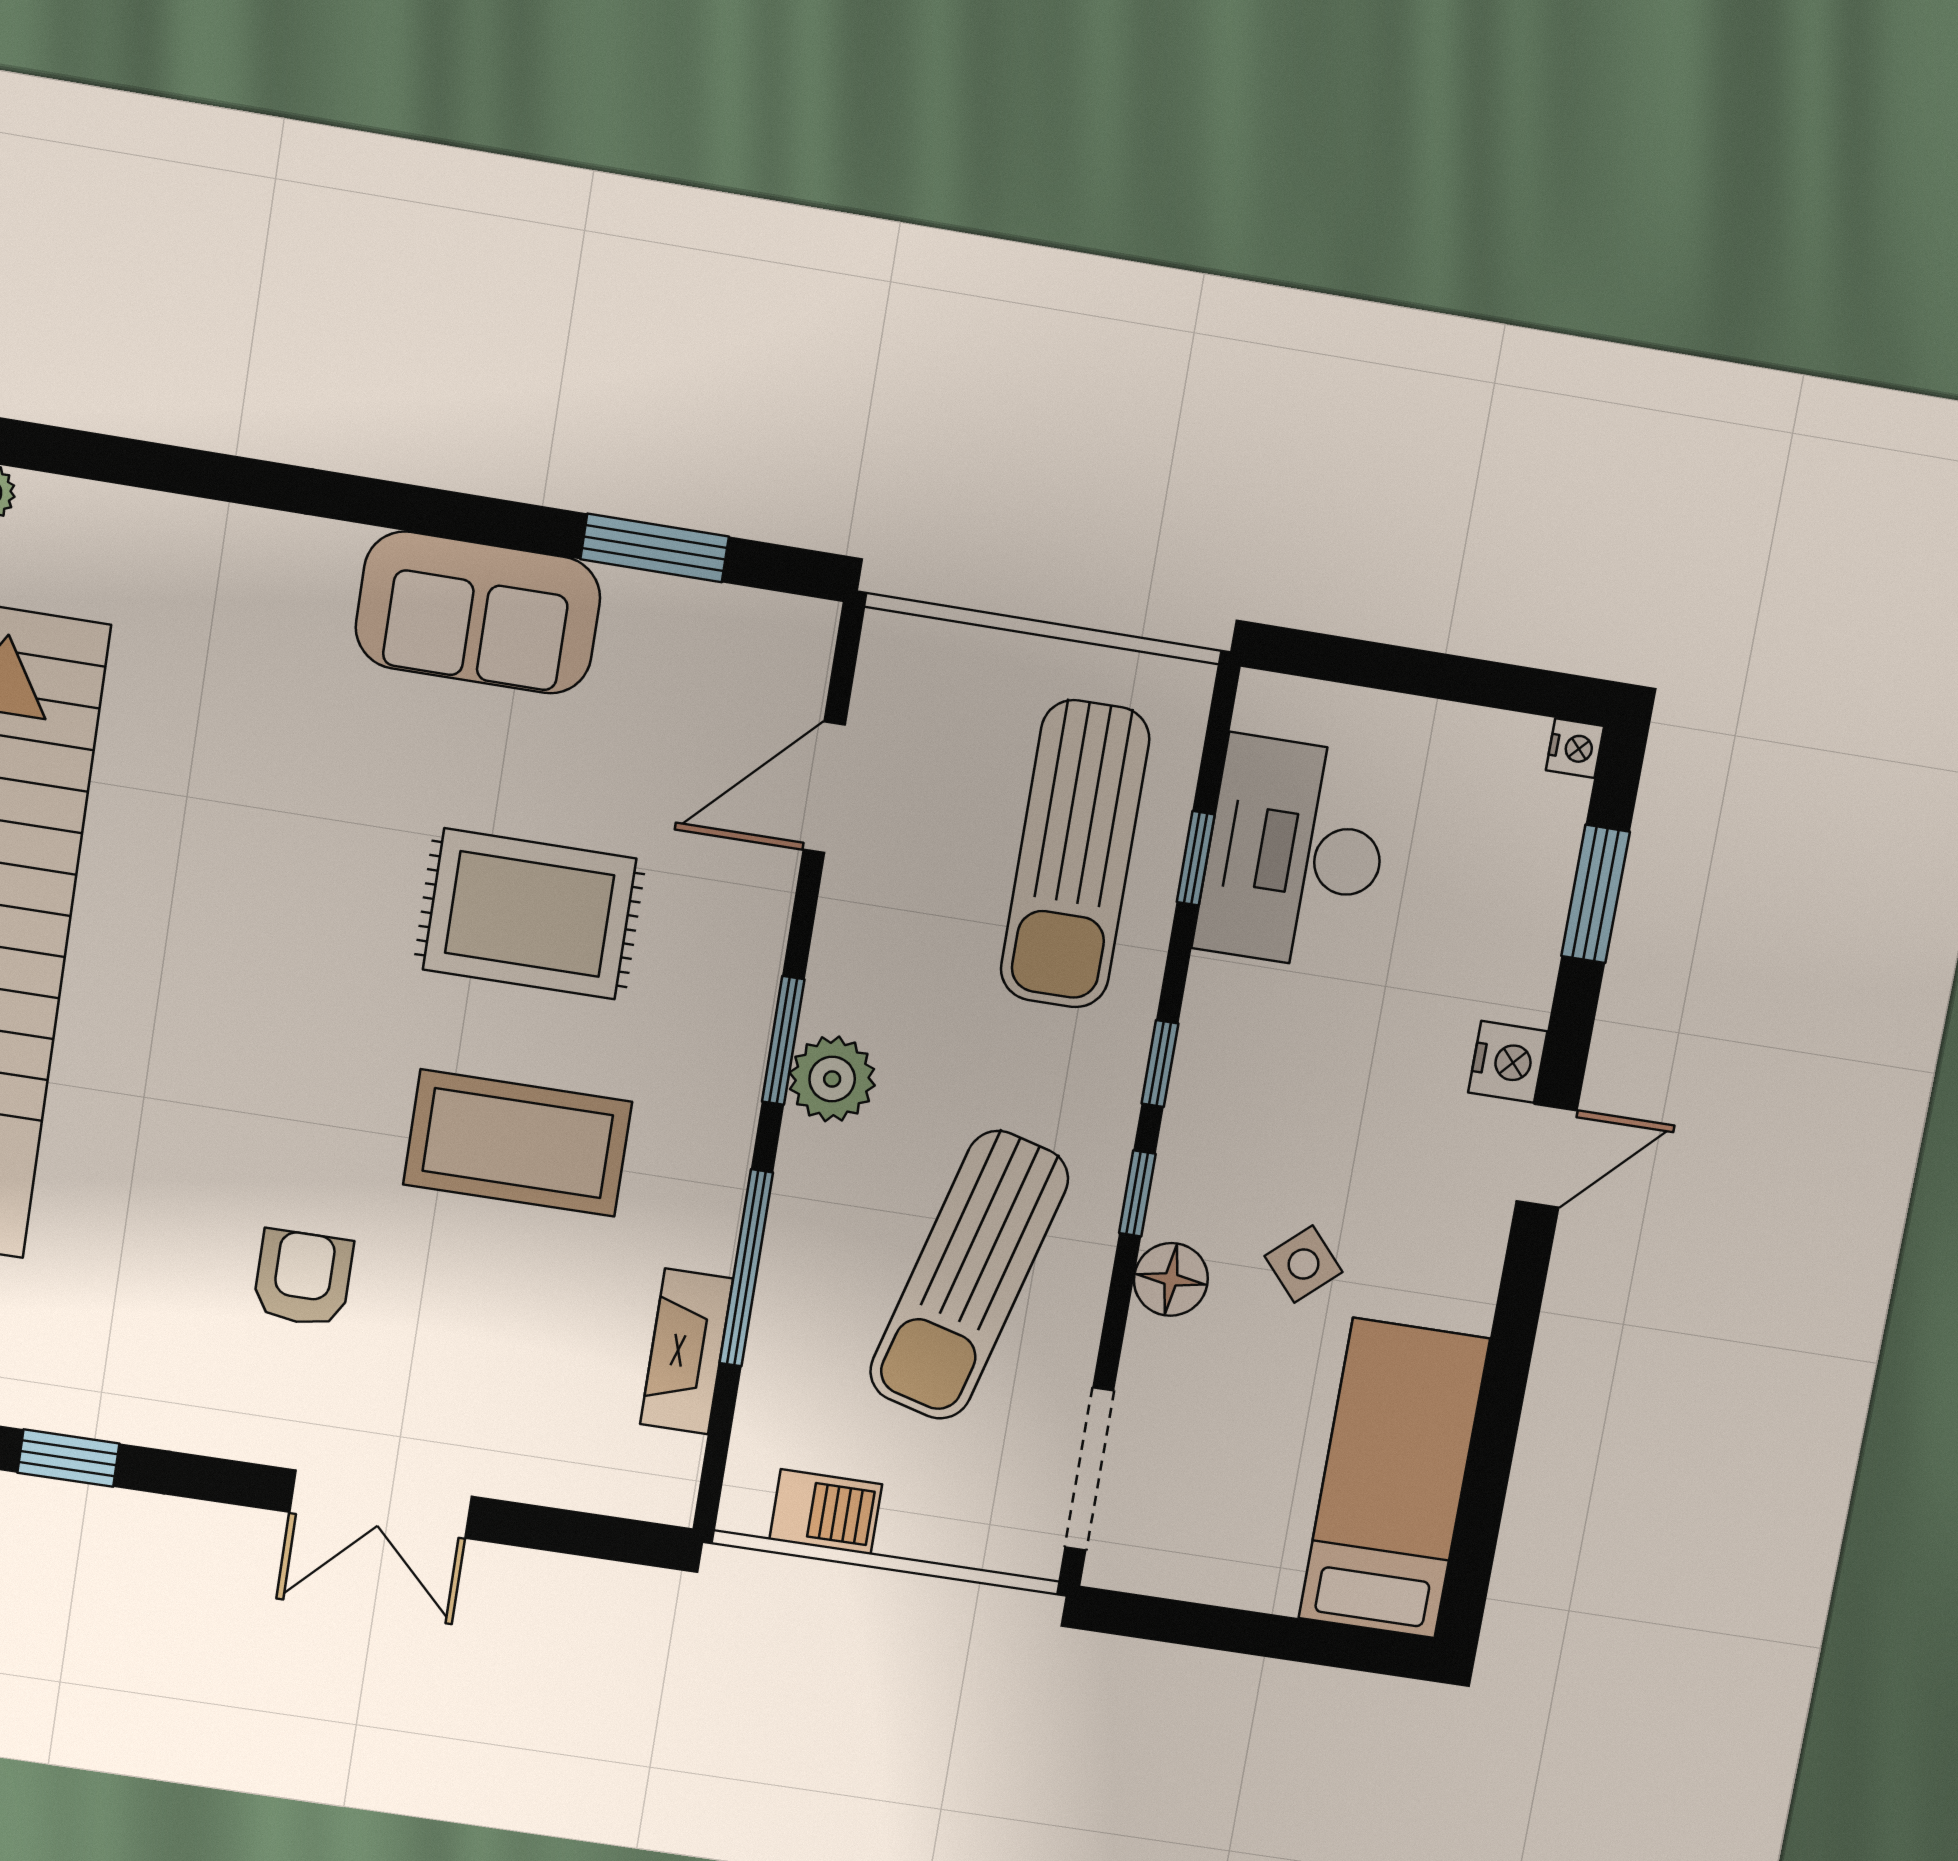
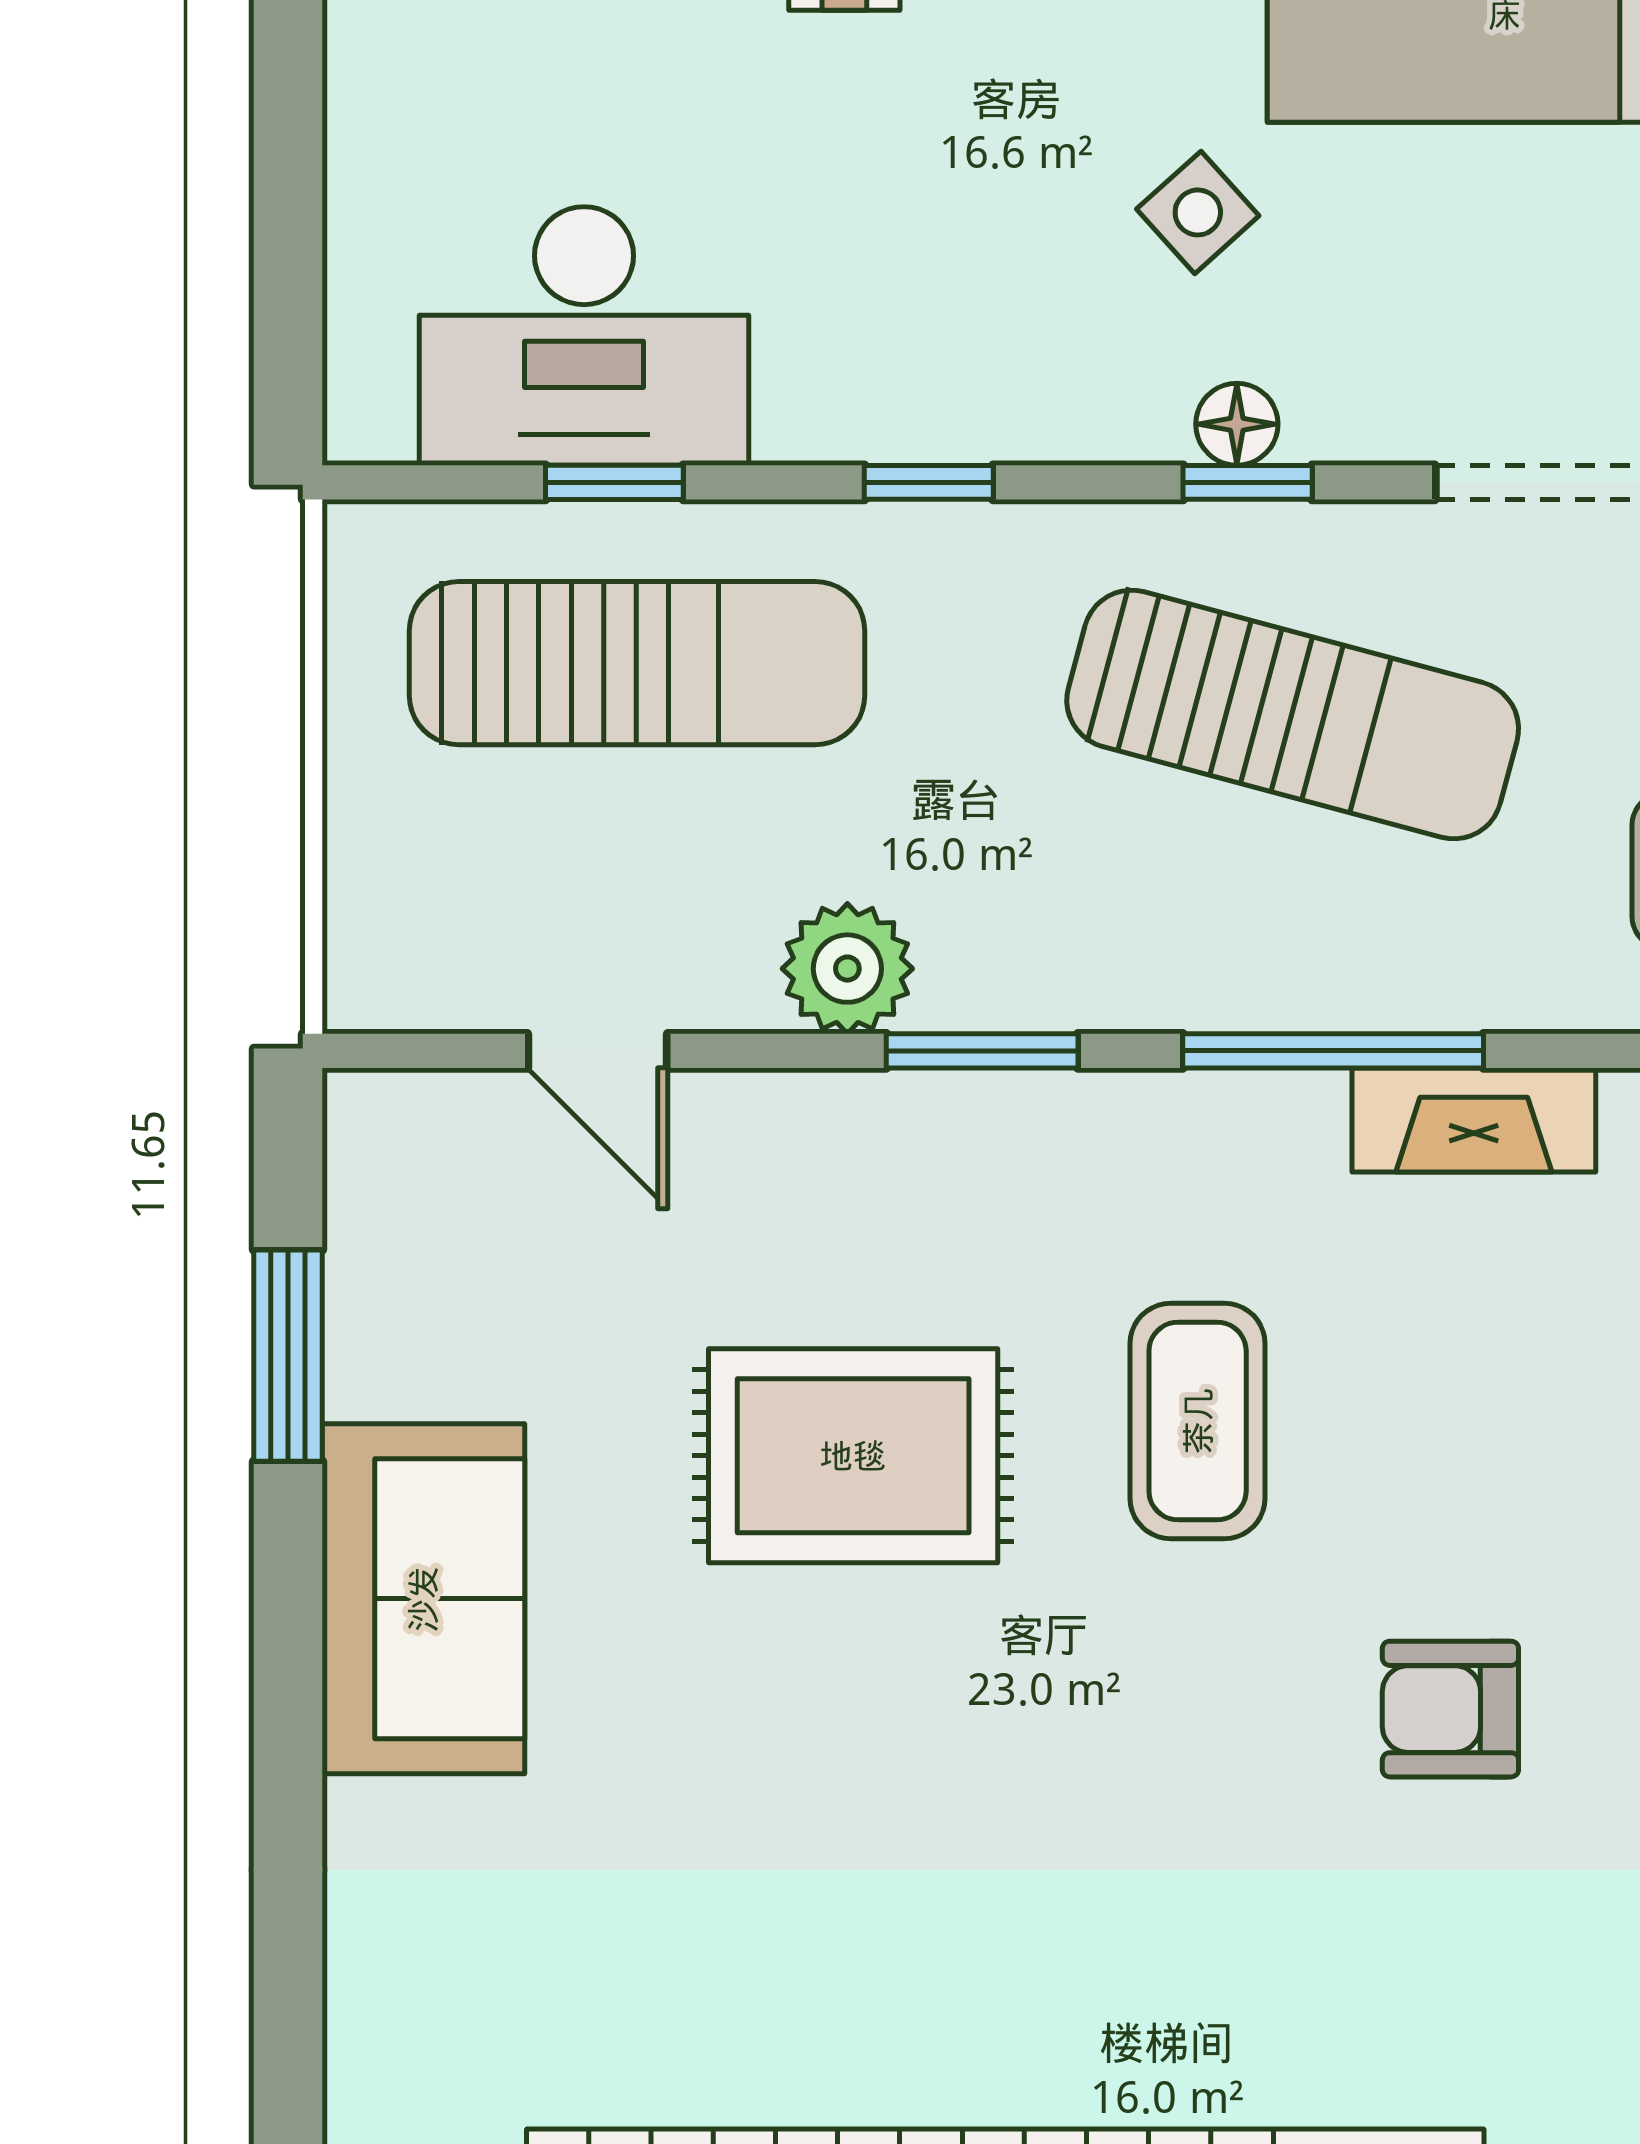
door: (824, 787) -> (597, 1051), width x0.73
rug: (530, 914) -> (853, 1456), turned 90
plant: (832, 1079) -> (847, 969), moved
coffee table: (518, 1143) -> (1198, 1421), width x0.73, depth x0.76
window: (1137, 1193) -> (1248, 482), moved
floor lamp: (1171, 1279) -> (1237, 424), width x0.73, depth x0.73

